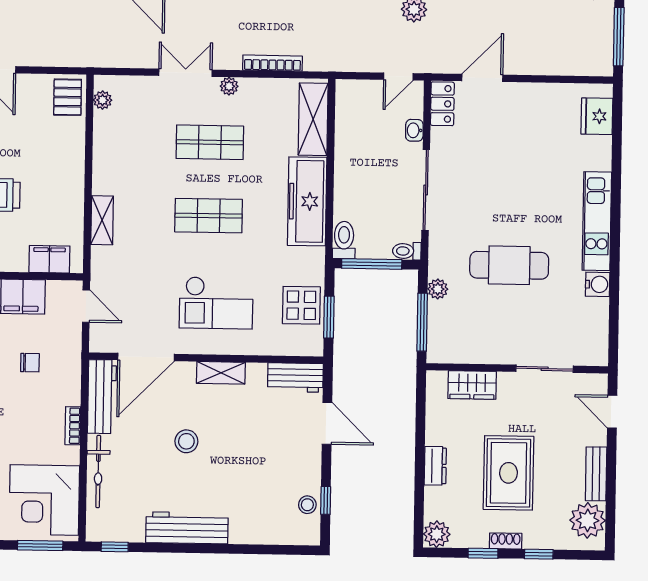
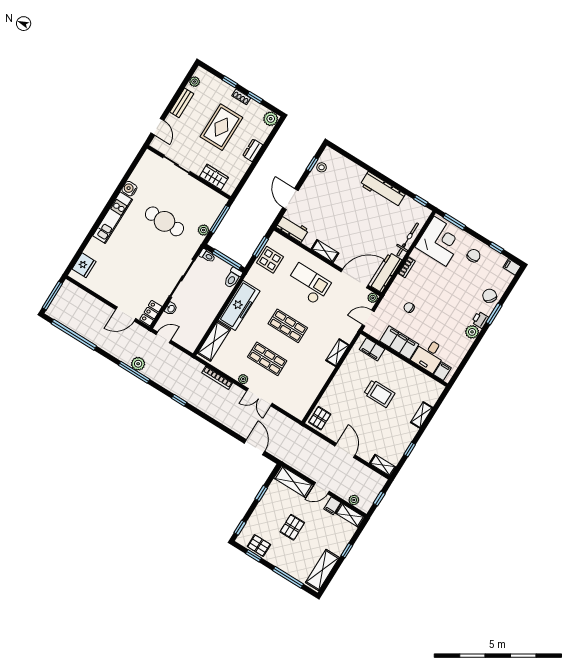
plant: (103, 100) -> (373, 298), moved
door: (86, 306) -> (368, 318), hinge flipped
stool: (186, 441) -> (359, 229), removed
plant: (588, 520) -> (195, 82), width x0.53, depth x0.53

